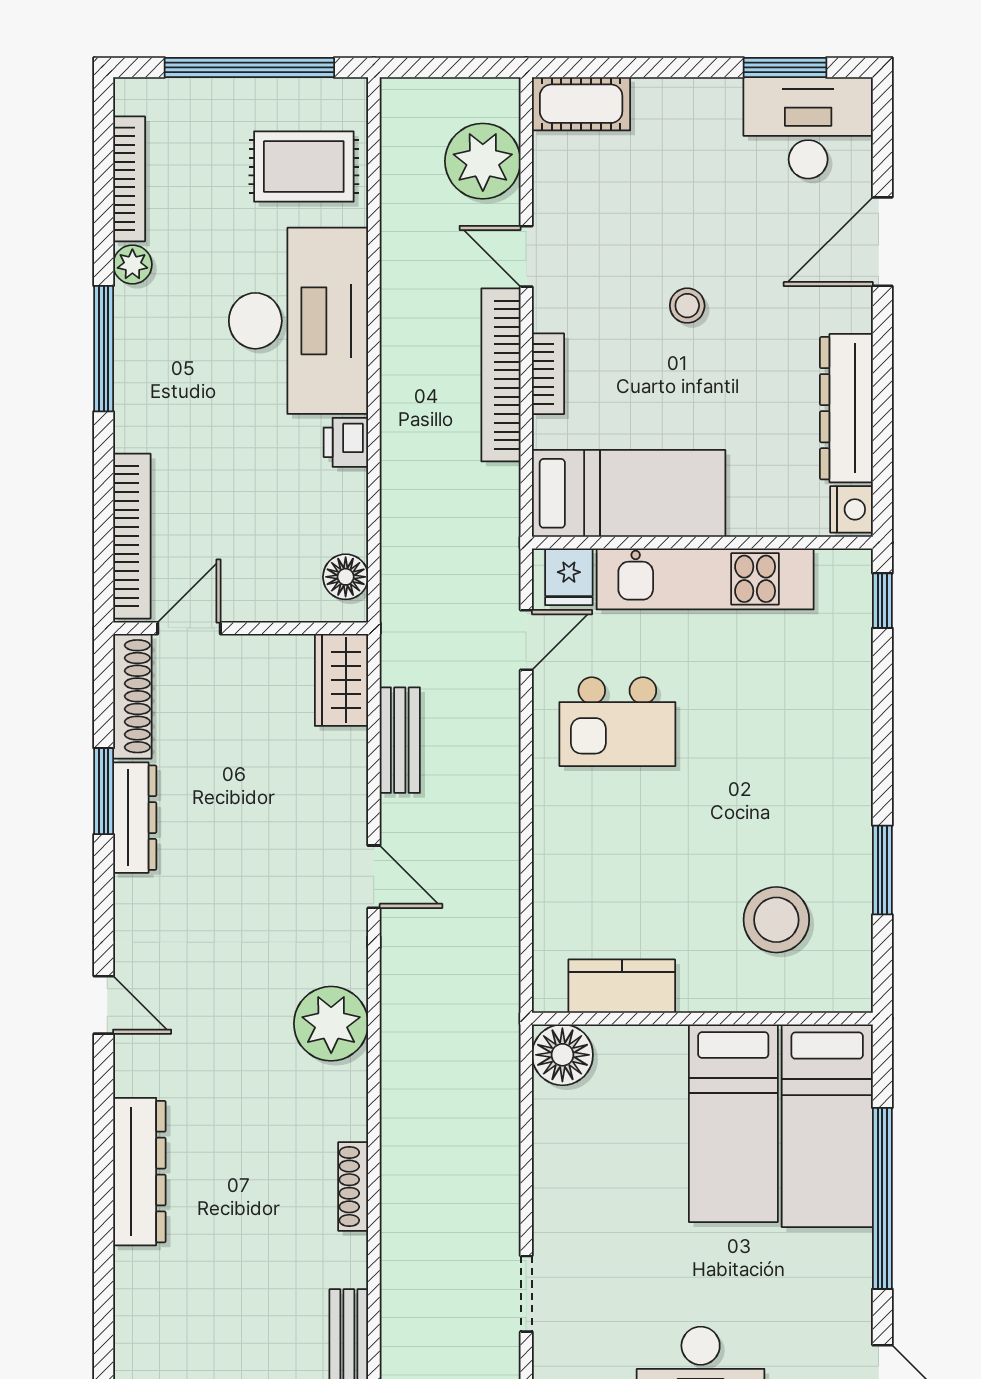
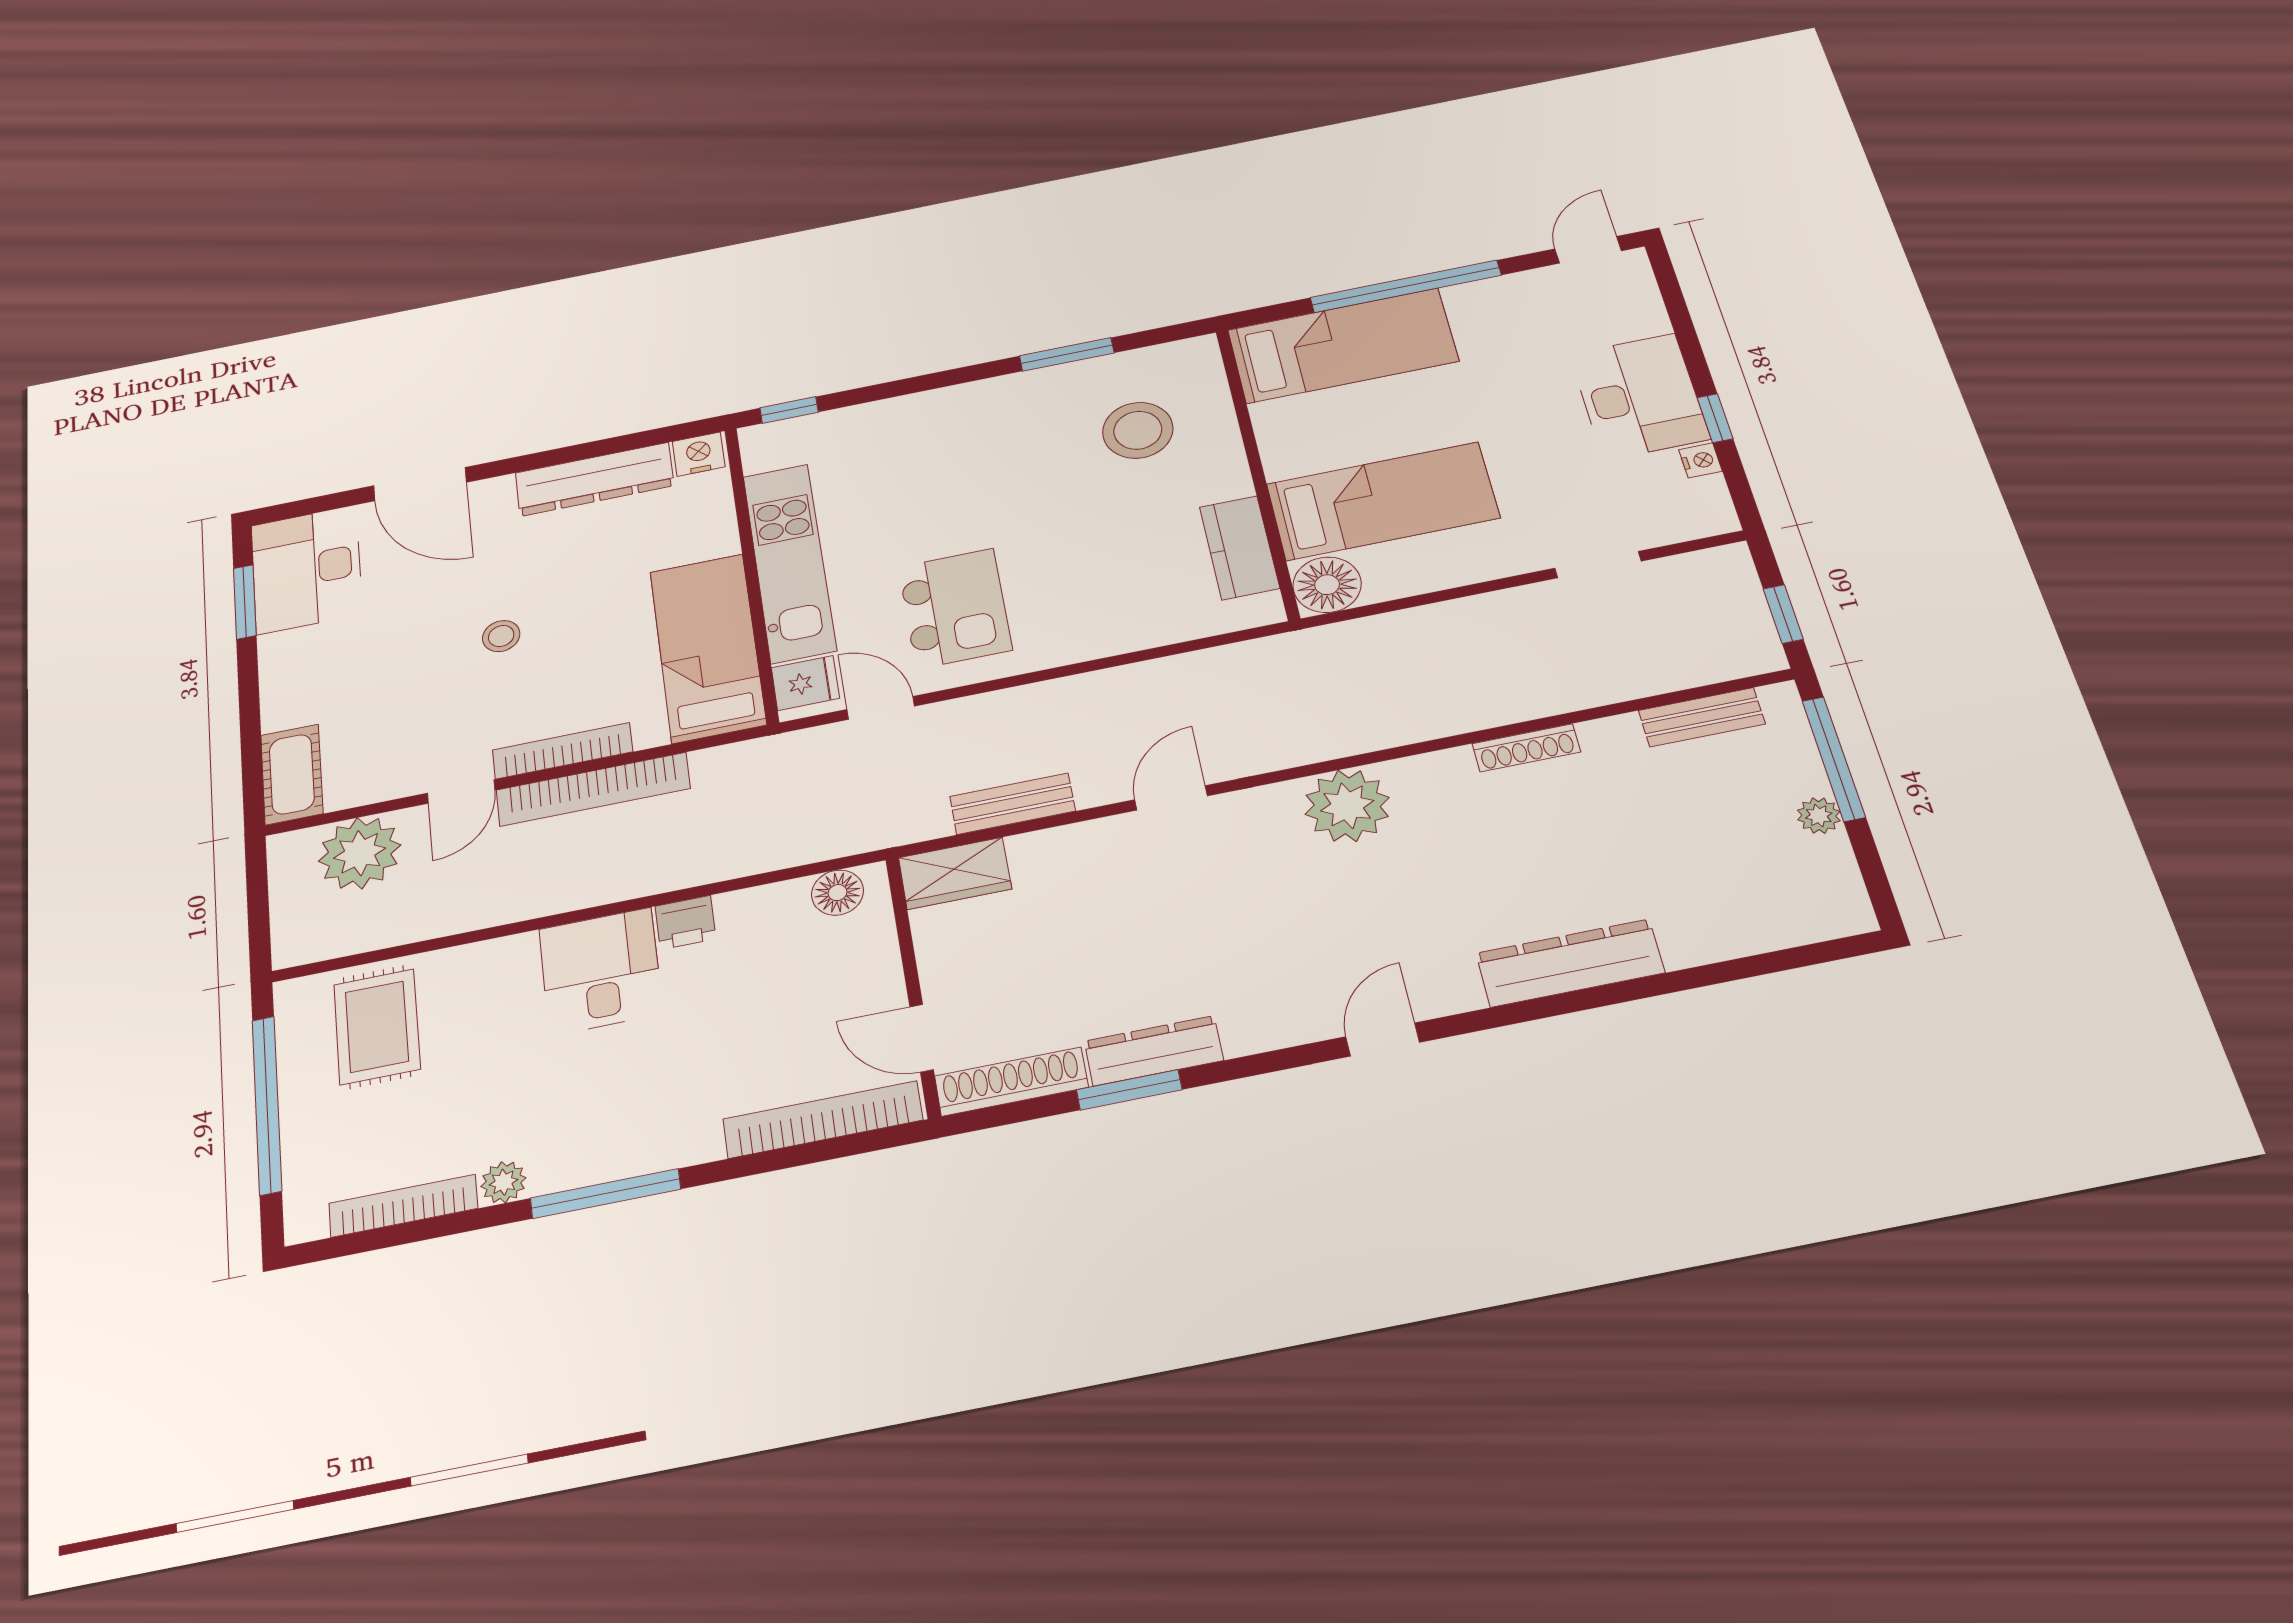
desk: (299, 321) -> (601, 971), width x0.53, depth x0.77
bookcase: (548, 374) -> (562, 751), width x1.56
bed: (733, 1123) -> (1383, 501), moved

